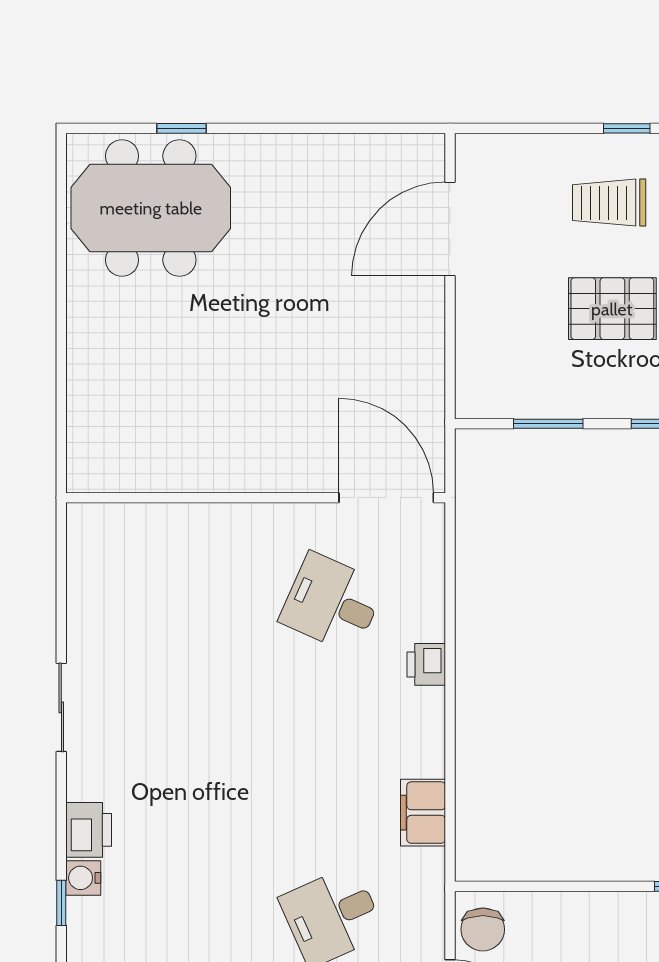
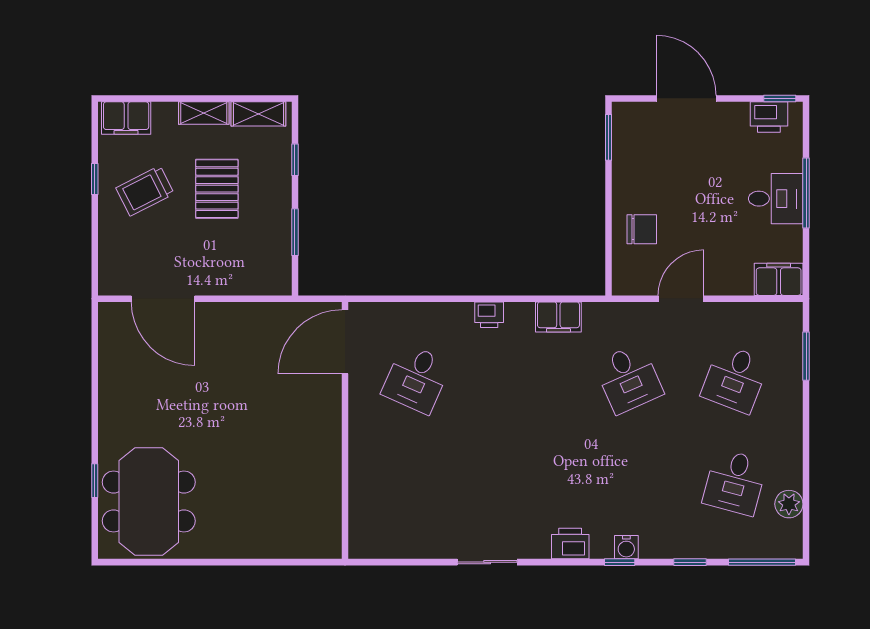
trolley: (609, 203) -> (145, 191), turned 63
printer: (426, 664) -> (489, 315), moved
water cooler: (83, 878) -> (626, 547), moved
chair: (483, 929) -> (642, 229), moved

